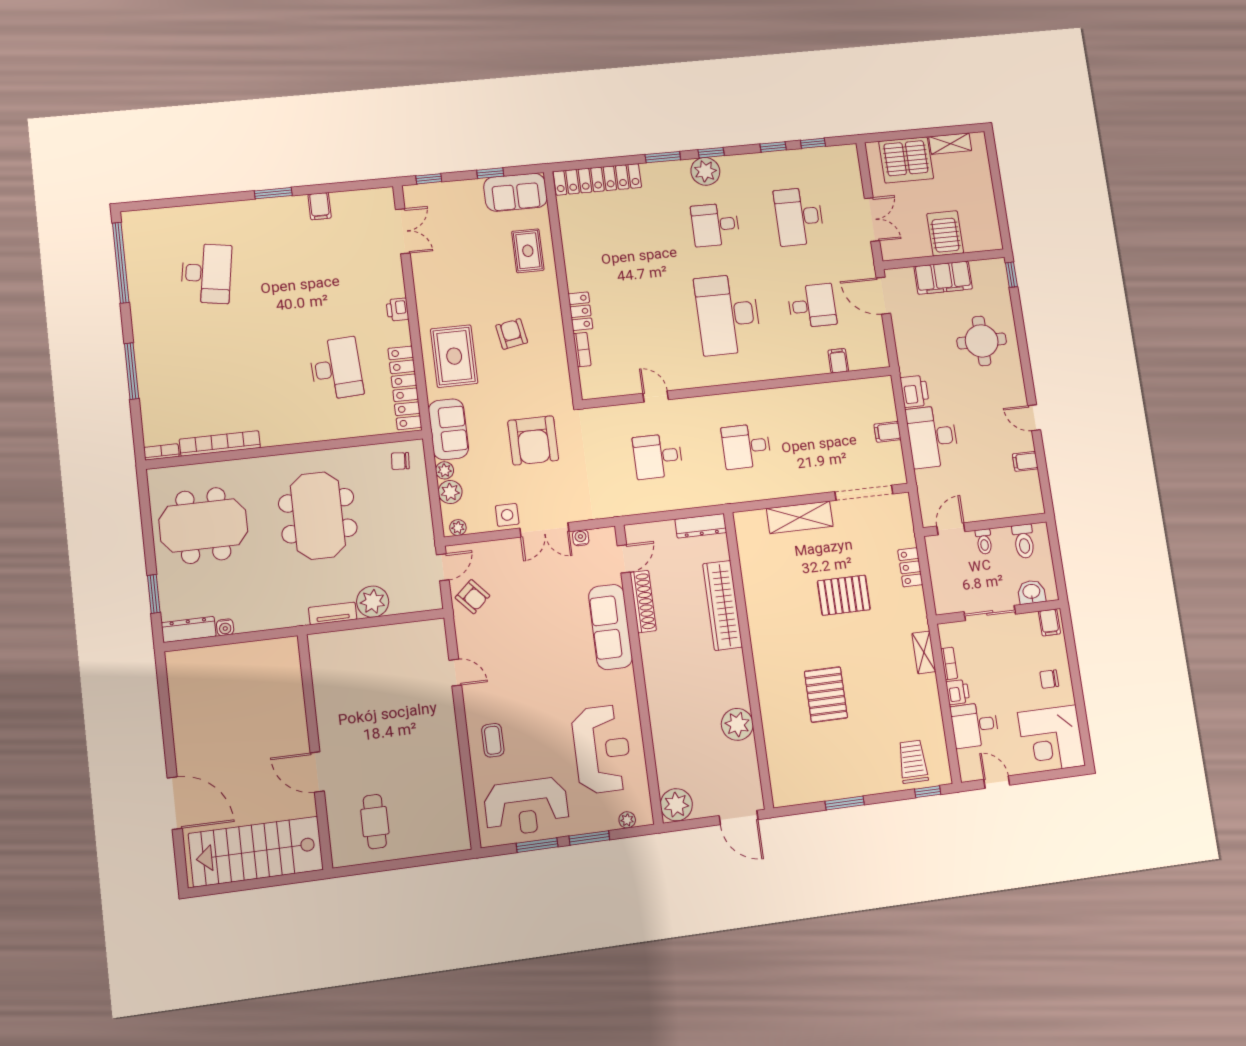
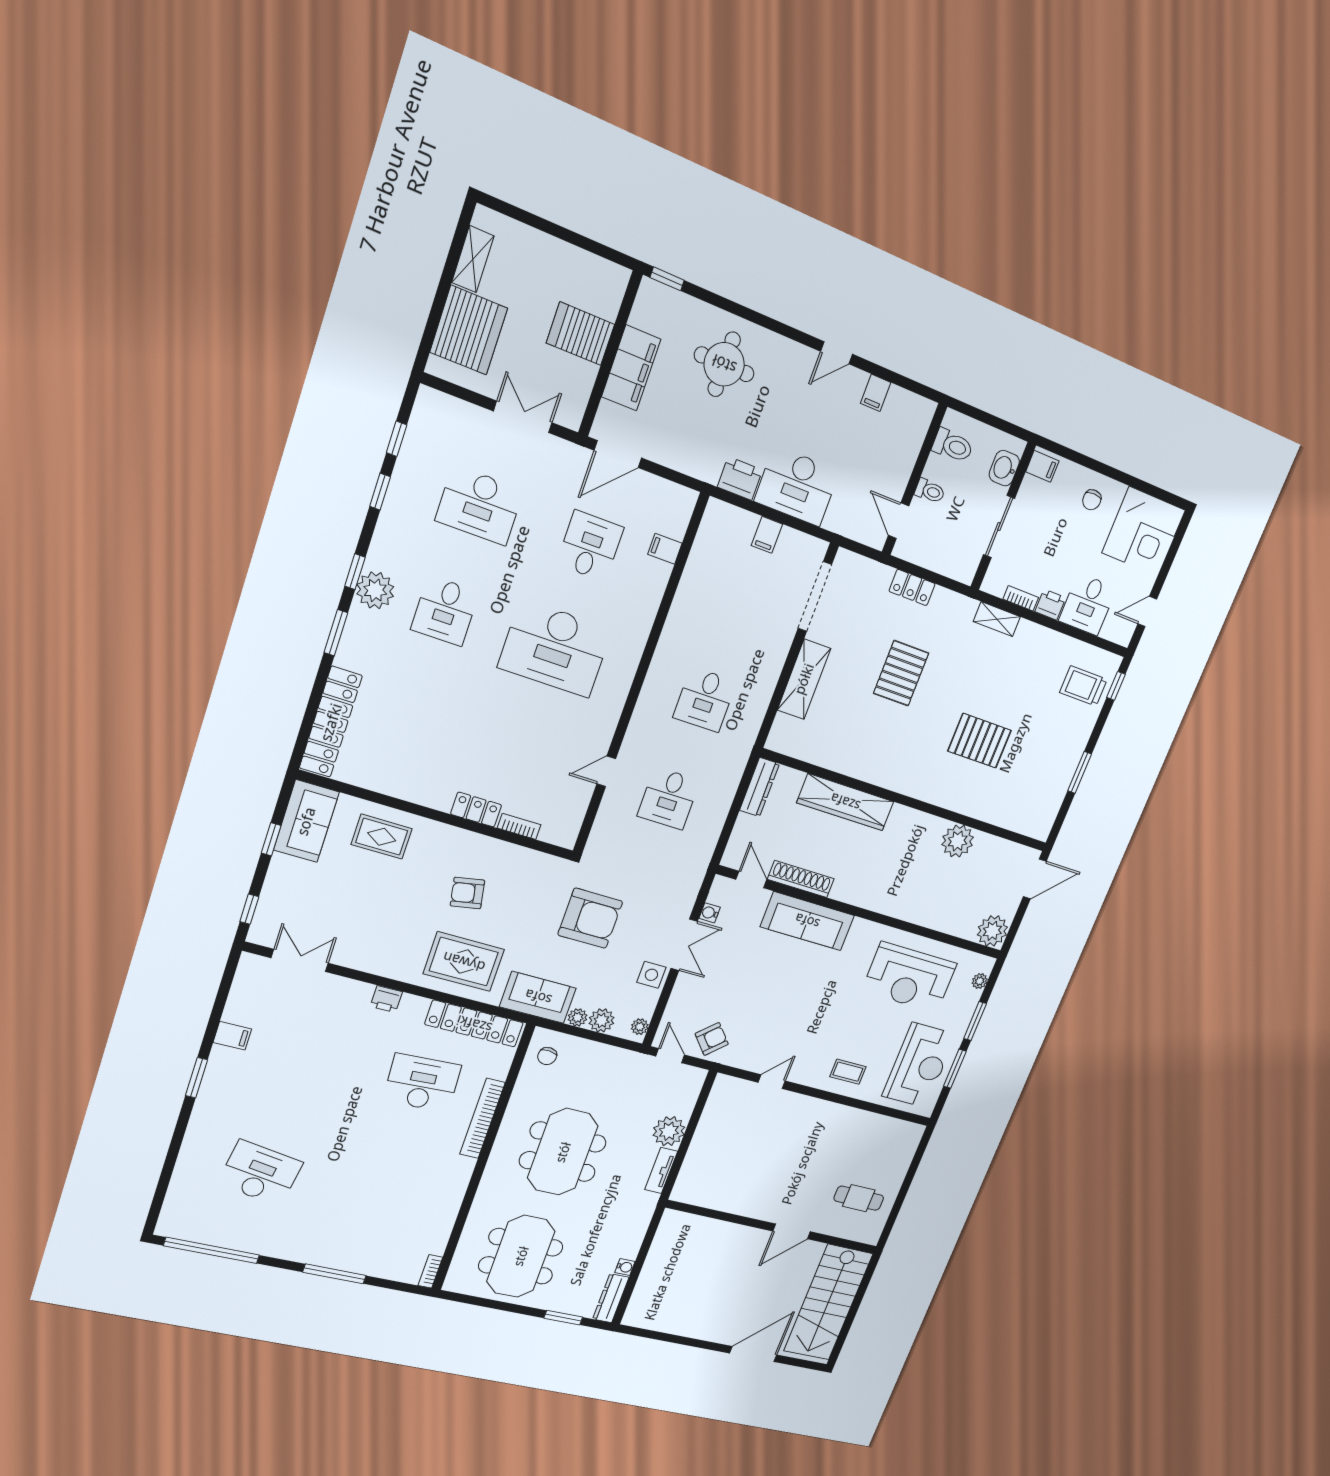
bookcase: (220, 443) -> (482, 1118), moved
meeting table: (318, 516) -> (563, 1152), turned 90
reception desk: (602, 749) -> (909, 977), turned 180

